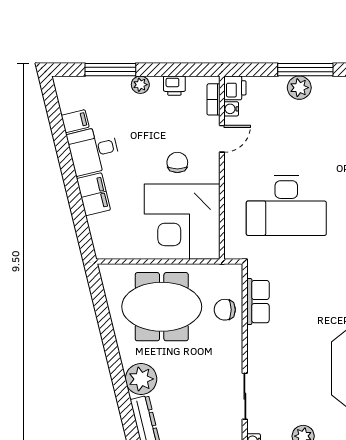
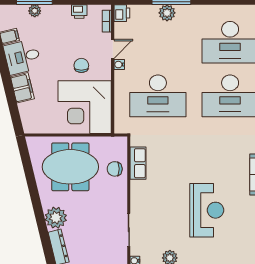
plant: (140, 85) -> (35, 11), moved
water cooler: (231, 109) -> (119, 65), moved

